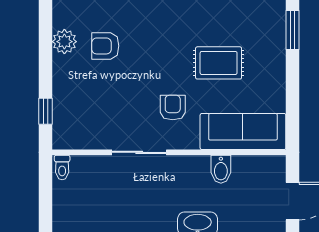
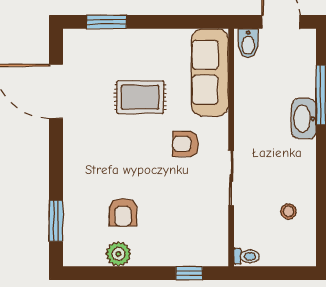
rug: (219, 63) -> (140, 97), turned 90
bidet: (221, 169) -> (248, 43), moved, turned 90
stool: (106, 209) -> (289, 211), added

